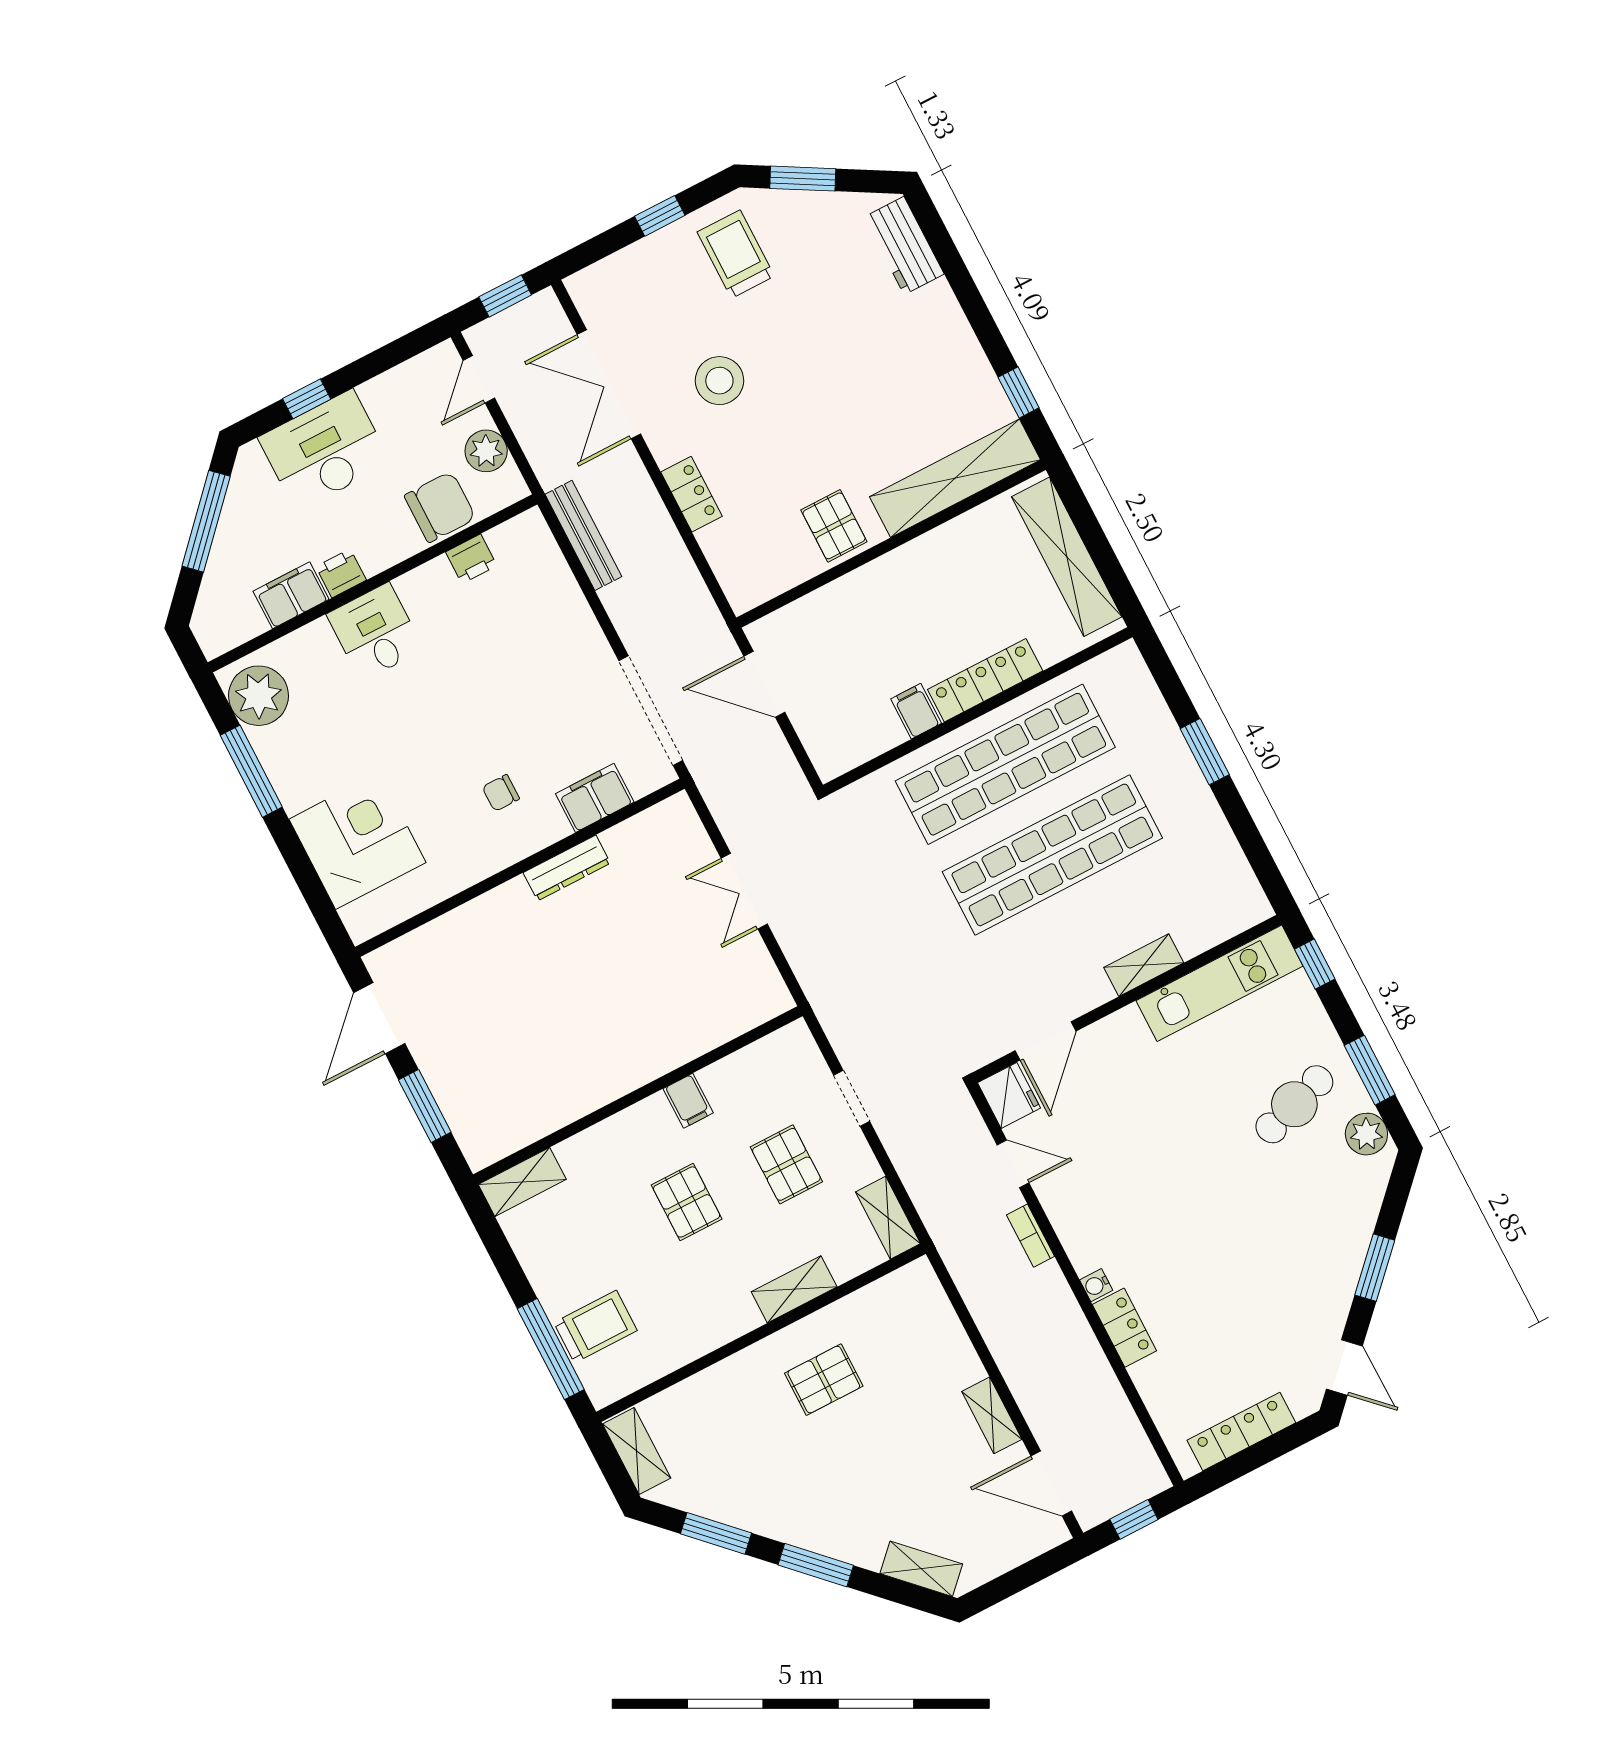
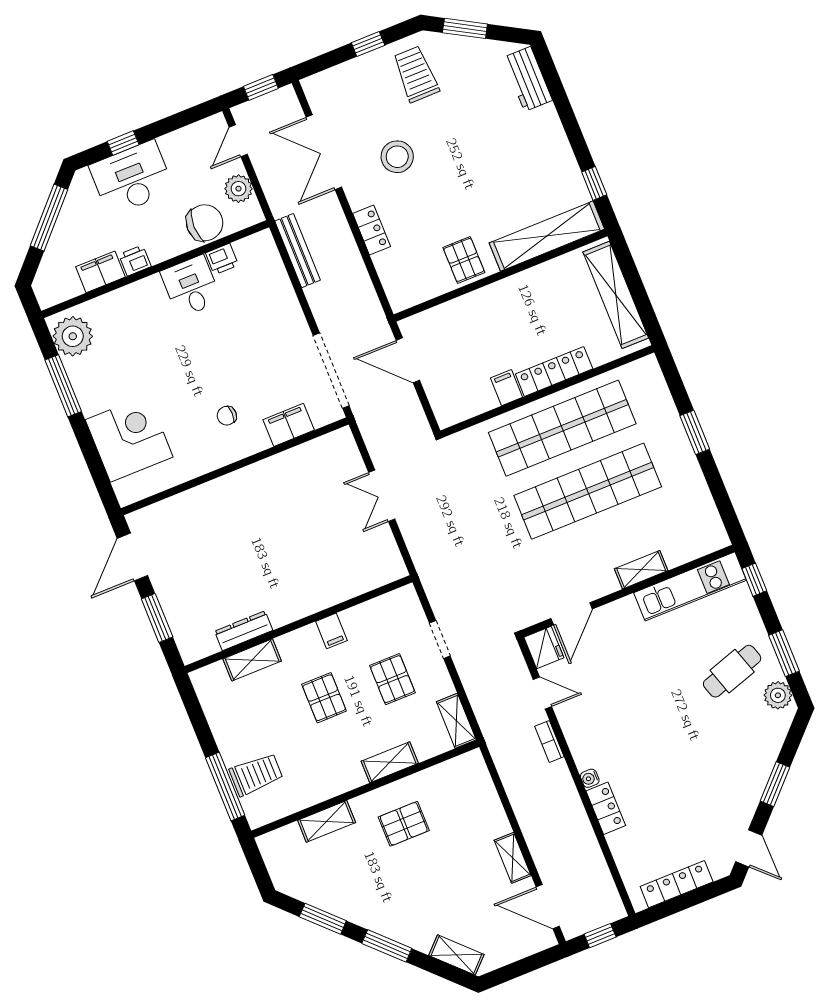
desk: (375, 632) -> (191, 286), moved
dresser: (567, 868) -> (244, 631), moved, turned 180
shelving: (522, 1182) -> (252, 660), moved
shelving: (637, 1451) -> (327, 821), moved, turned 90

